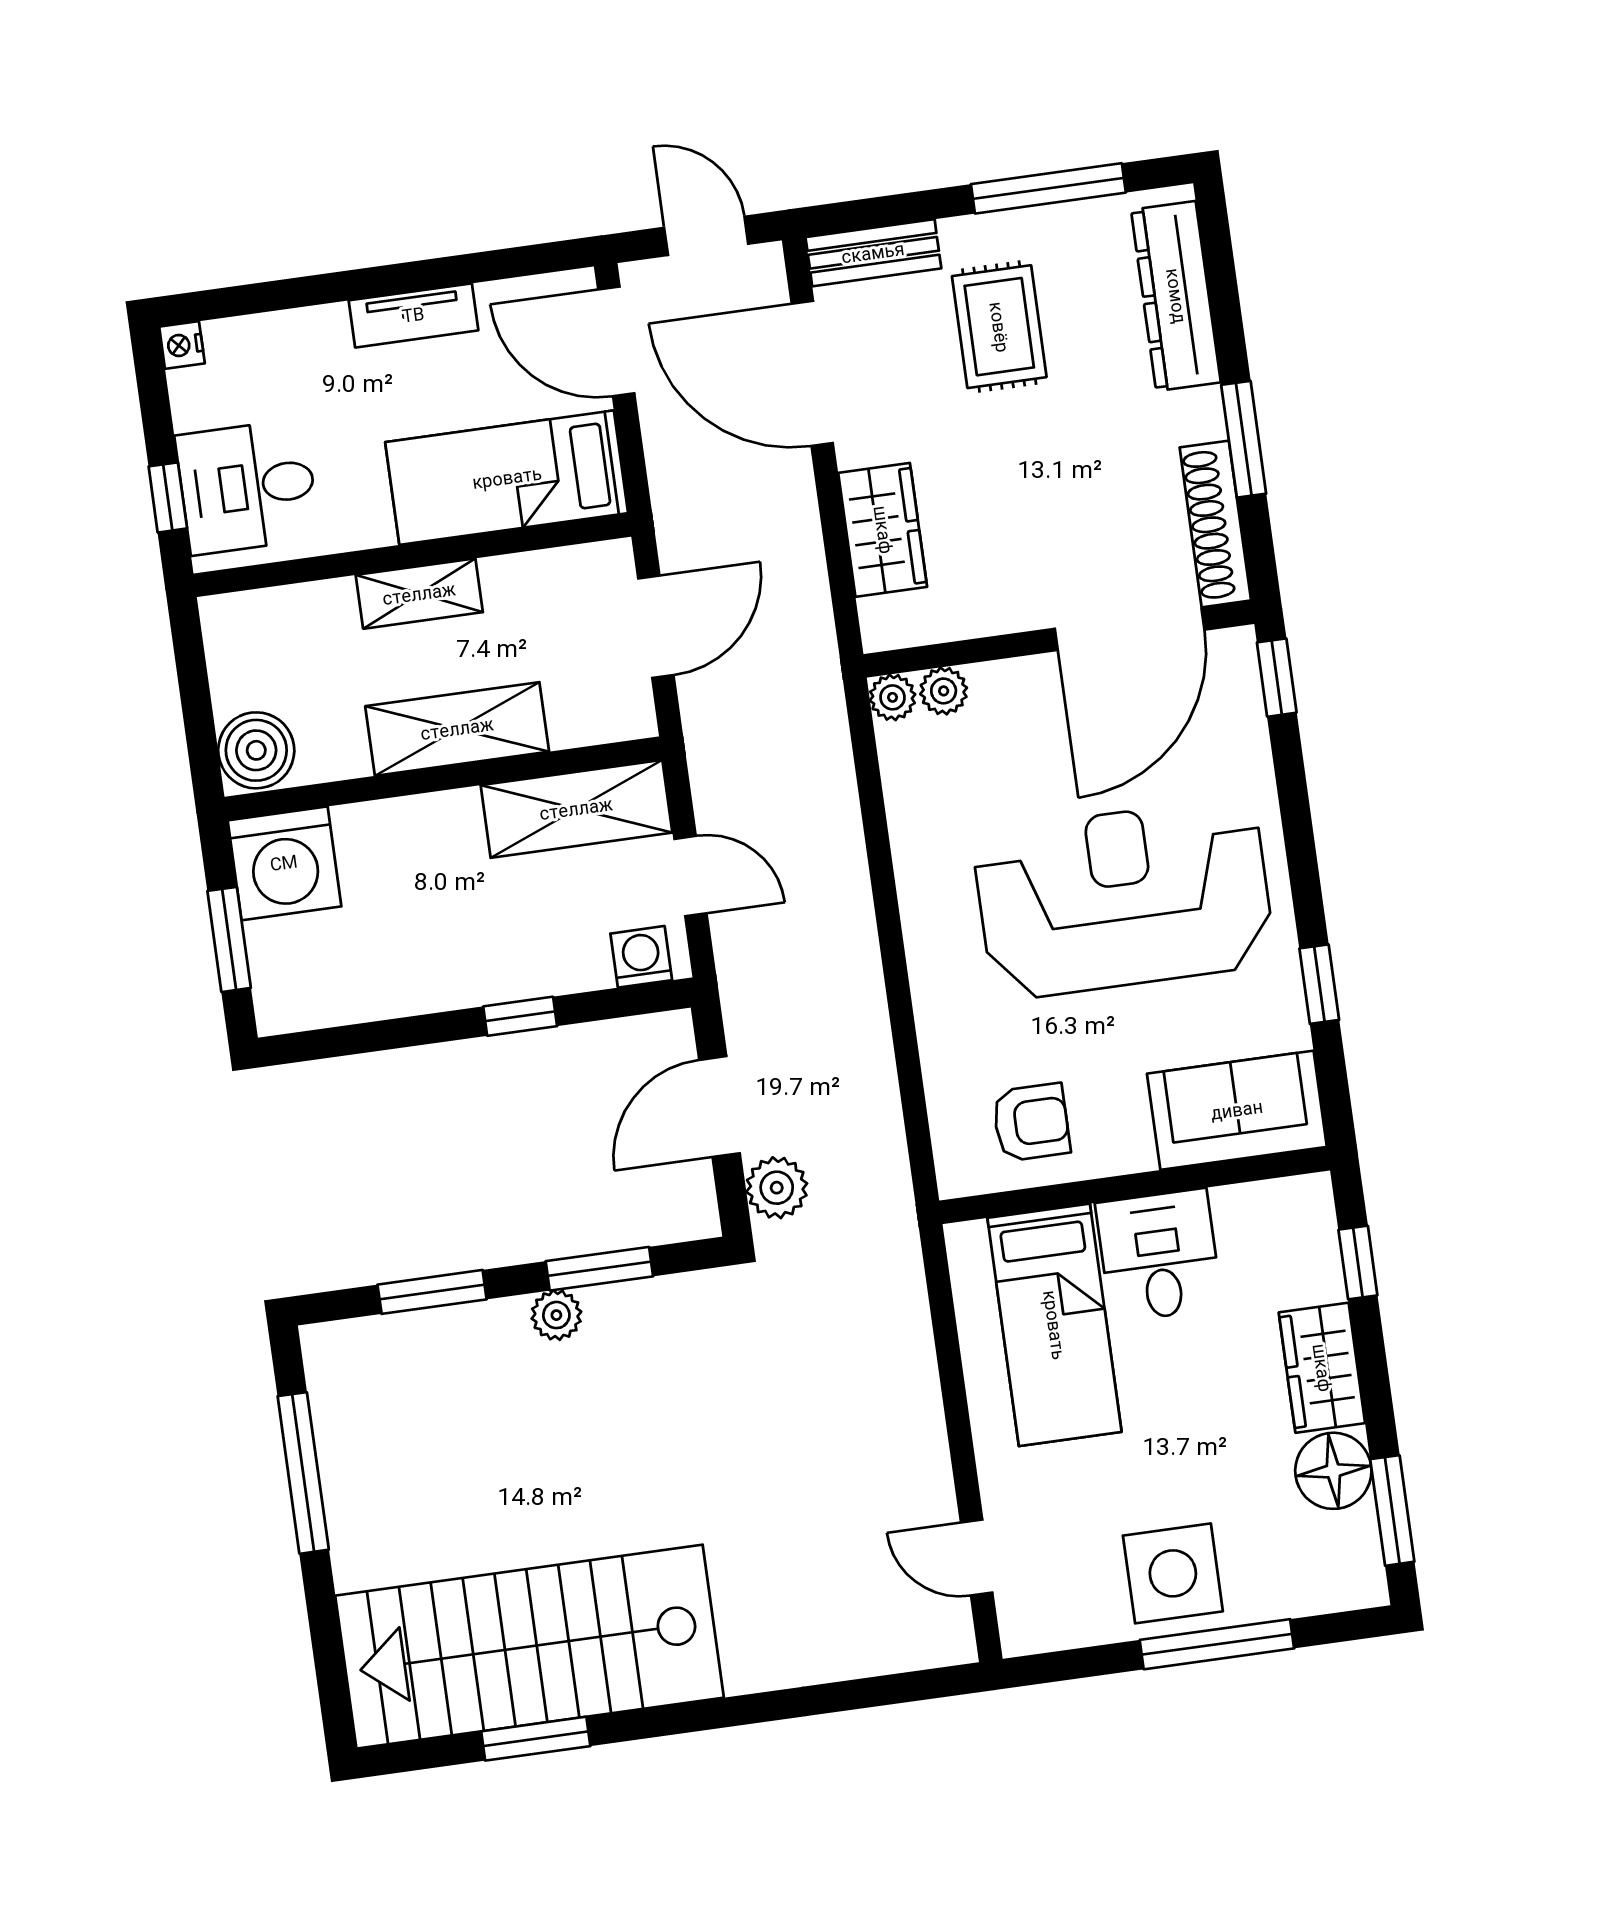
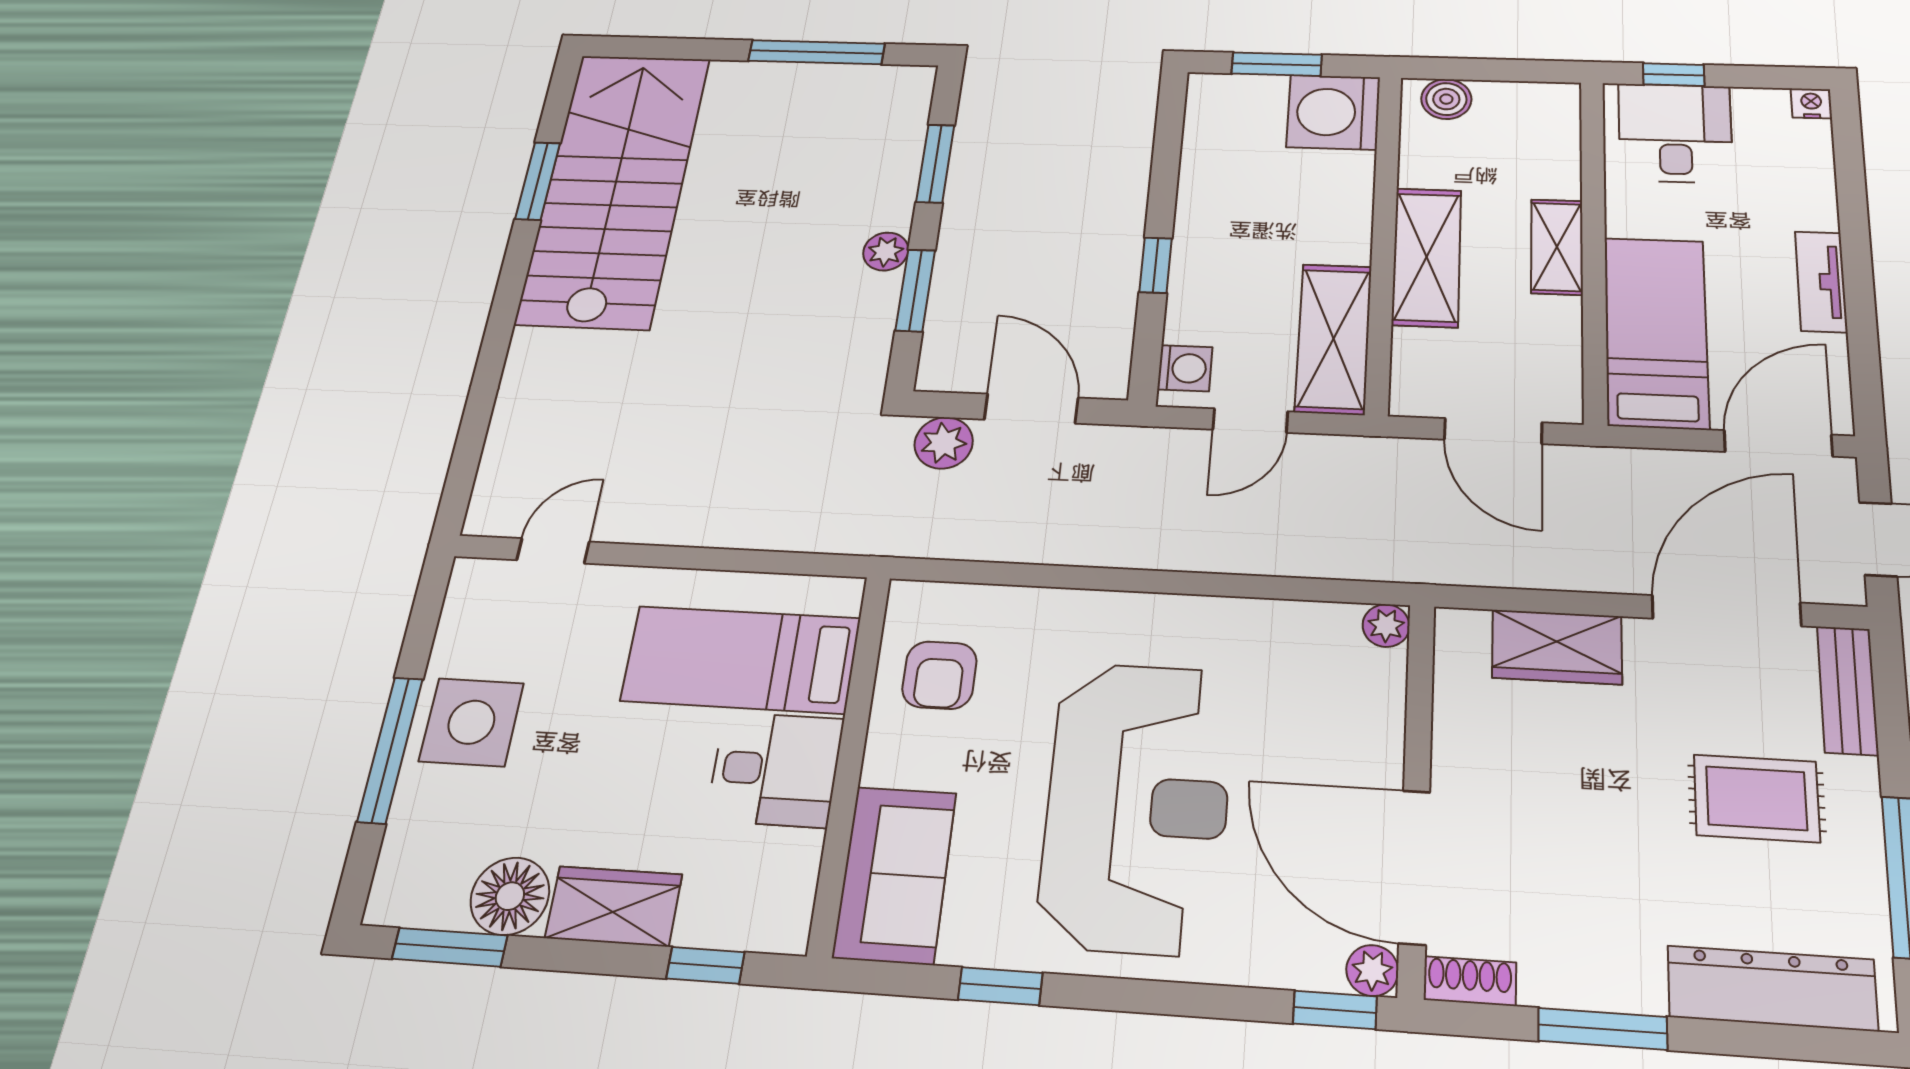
shoe rack: (1215, 524) -> (1470, 981), width x0.51, depth x0.81
plant: (944, 691) -> (1372, 970), moved
boiler: (256, 750) -> (1446, 99), width x0.73, depth x0.73

